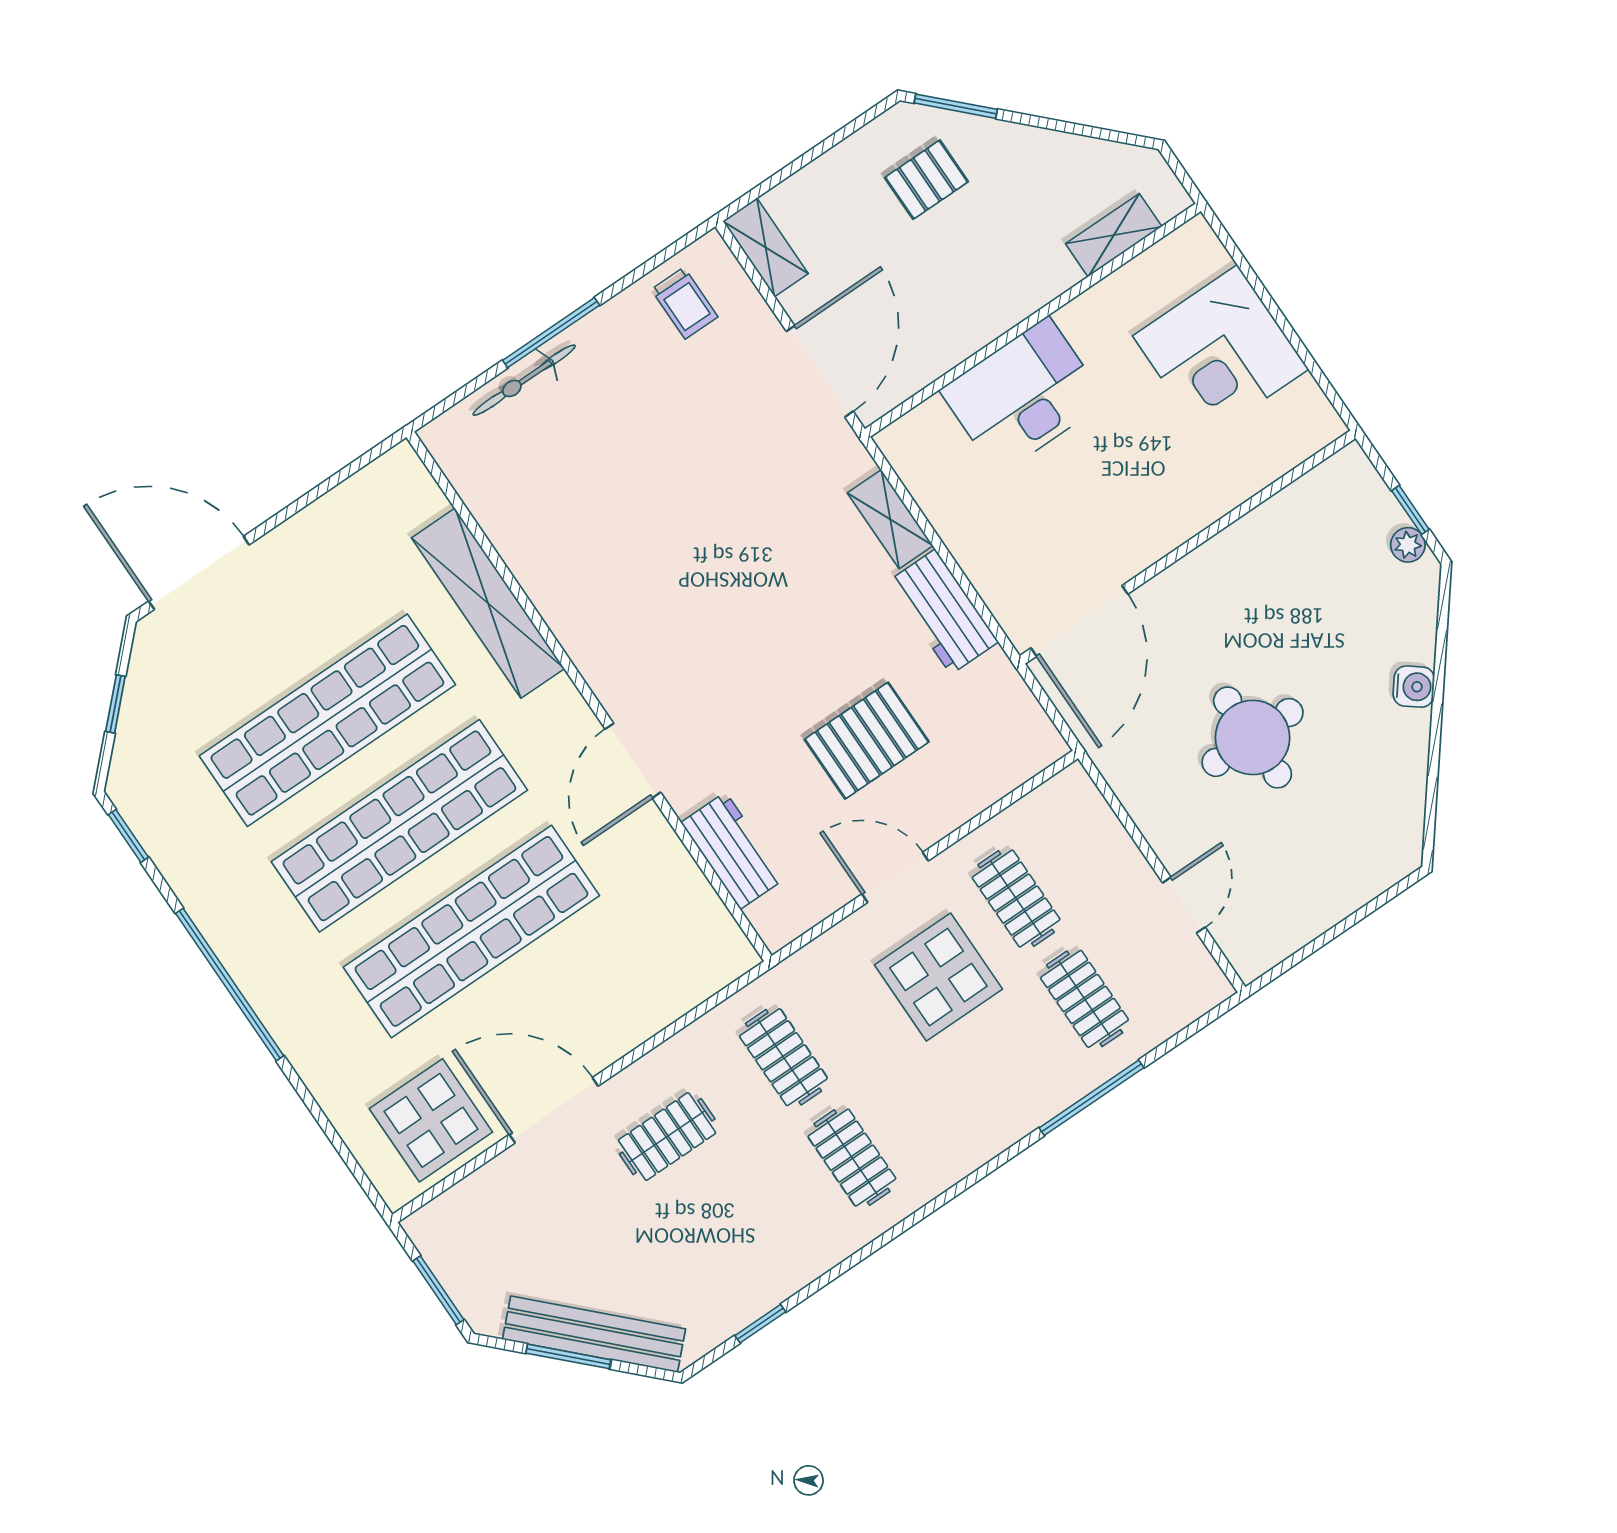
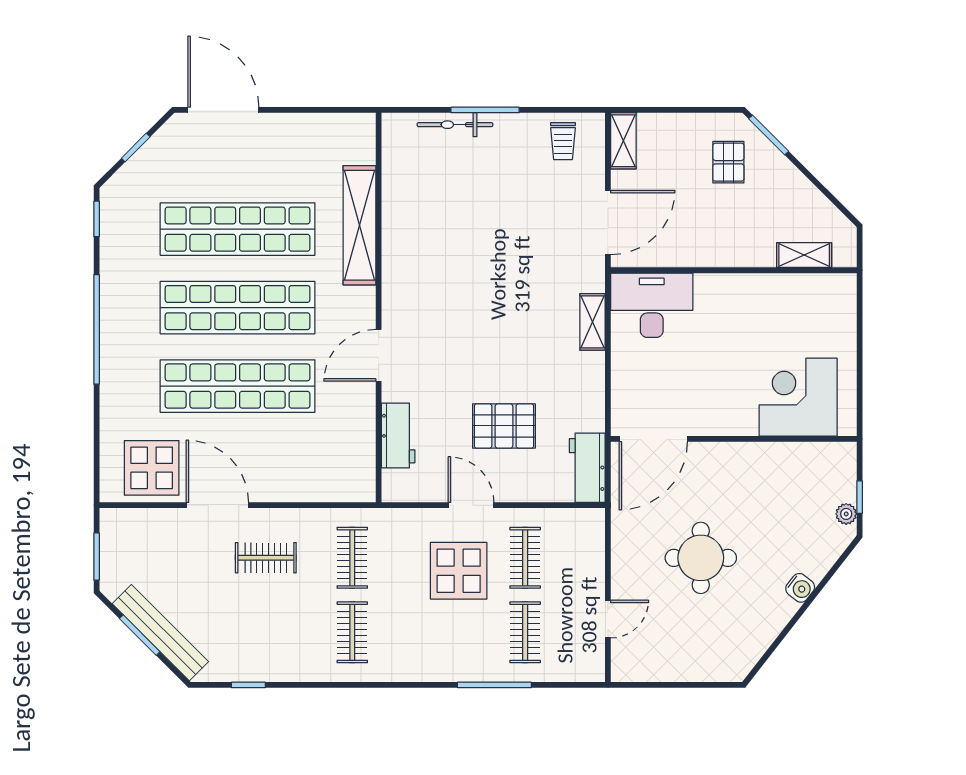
pallet: (926, 180) -> (728, 162), turned 90
corner desk: (1221, 353) -> (798, 397), moved, turned 90
desk: (1023, 396) -> (652, 305), moved
workbench: (943, 612) -> (587, 468), moved

